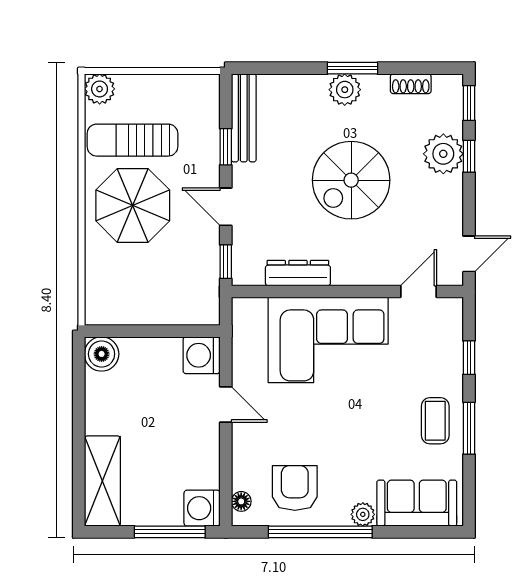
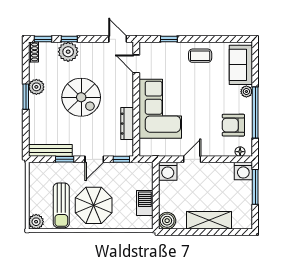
shoe rack: (411, 84) -> (33, 52), moved
plant: (345, 90) -> (36, 87), moved
barbecue: (137, 309) -> (145, 203), added
window: (469, 428) -> (204, 39), removed
shelving: (102, 481) -> (209, 220), moved

